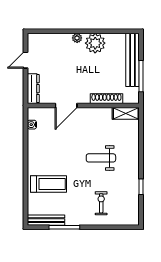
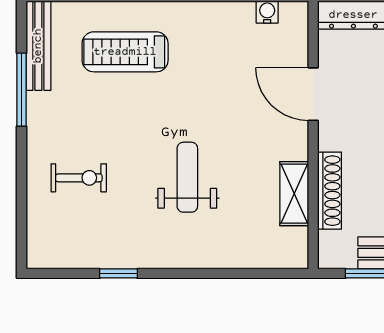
shelving: (126, 113) -> (294, 194), moved
treadmill: (48, 184) -> (125, 52), turned 90

